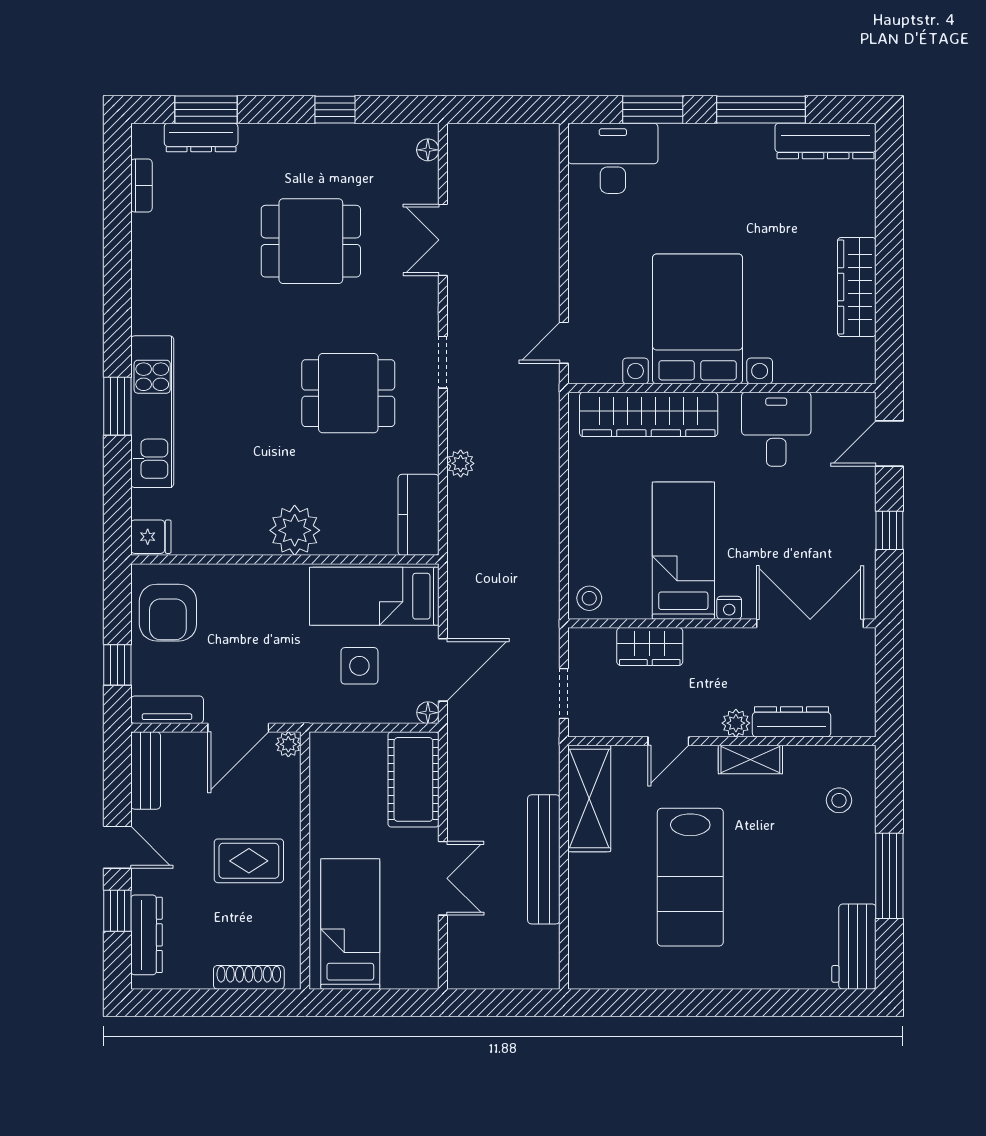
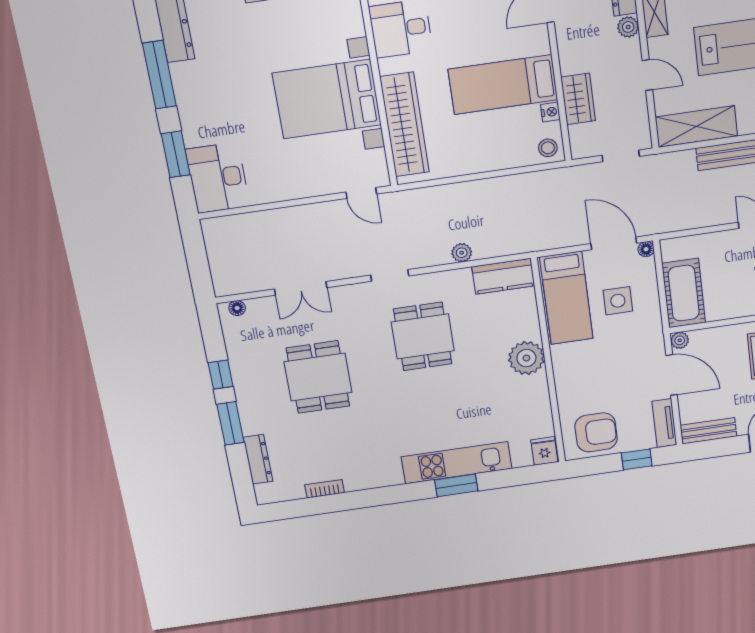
window: (206, 110) -> (230, 423), moved
bookcase: (141, 186) -> (325, 489), moved
nightstand: (729, 608) -> (550, 112), moved
cot: (413, 779) -> (684, 293), moved, turned 90

